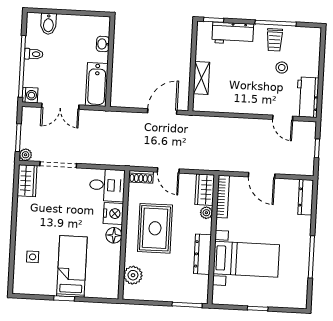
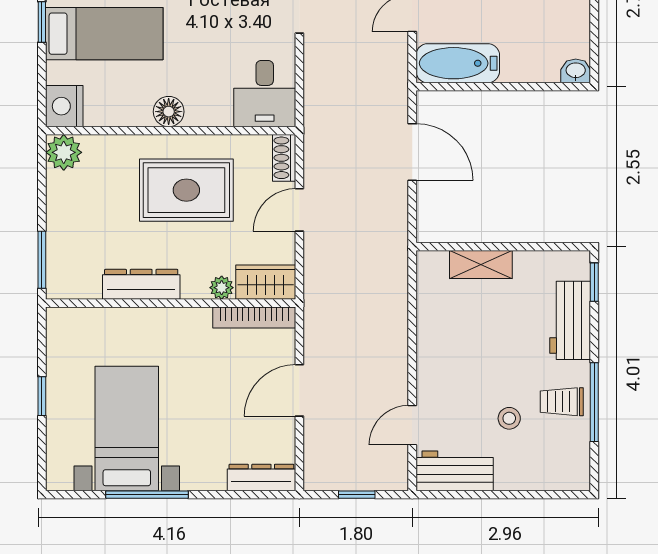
washbasin: (103, 44) -> (576, 71), moved
door: (162, 112) -> (412, 152), moved
nightstand: (113, 213) -> (64, 106), moved, turned 90
bed with nightstands: (246, 259) -> (127, 428), moved, turned 180
plant: (133, 275) -> (64, 152), moved

